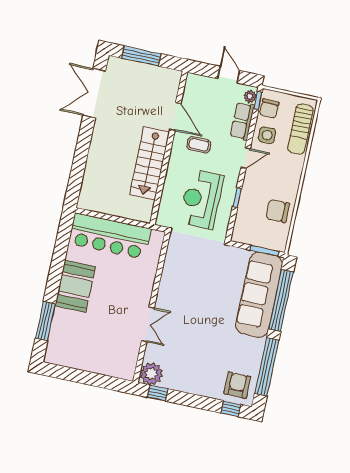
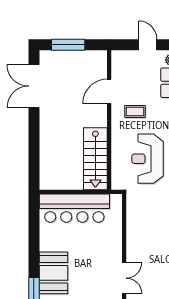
door: (175, 117) -> (109, 91), swing flipped
stairs: (150, 163) -> (95, 159), moved
booth: (75, 286) -> (53, 273), moved

